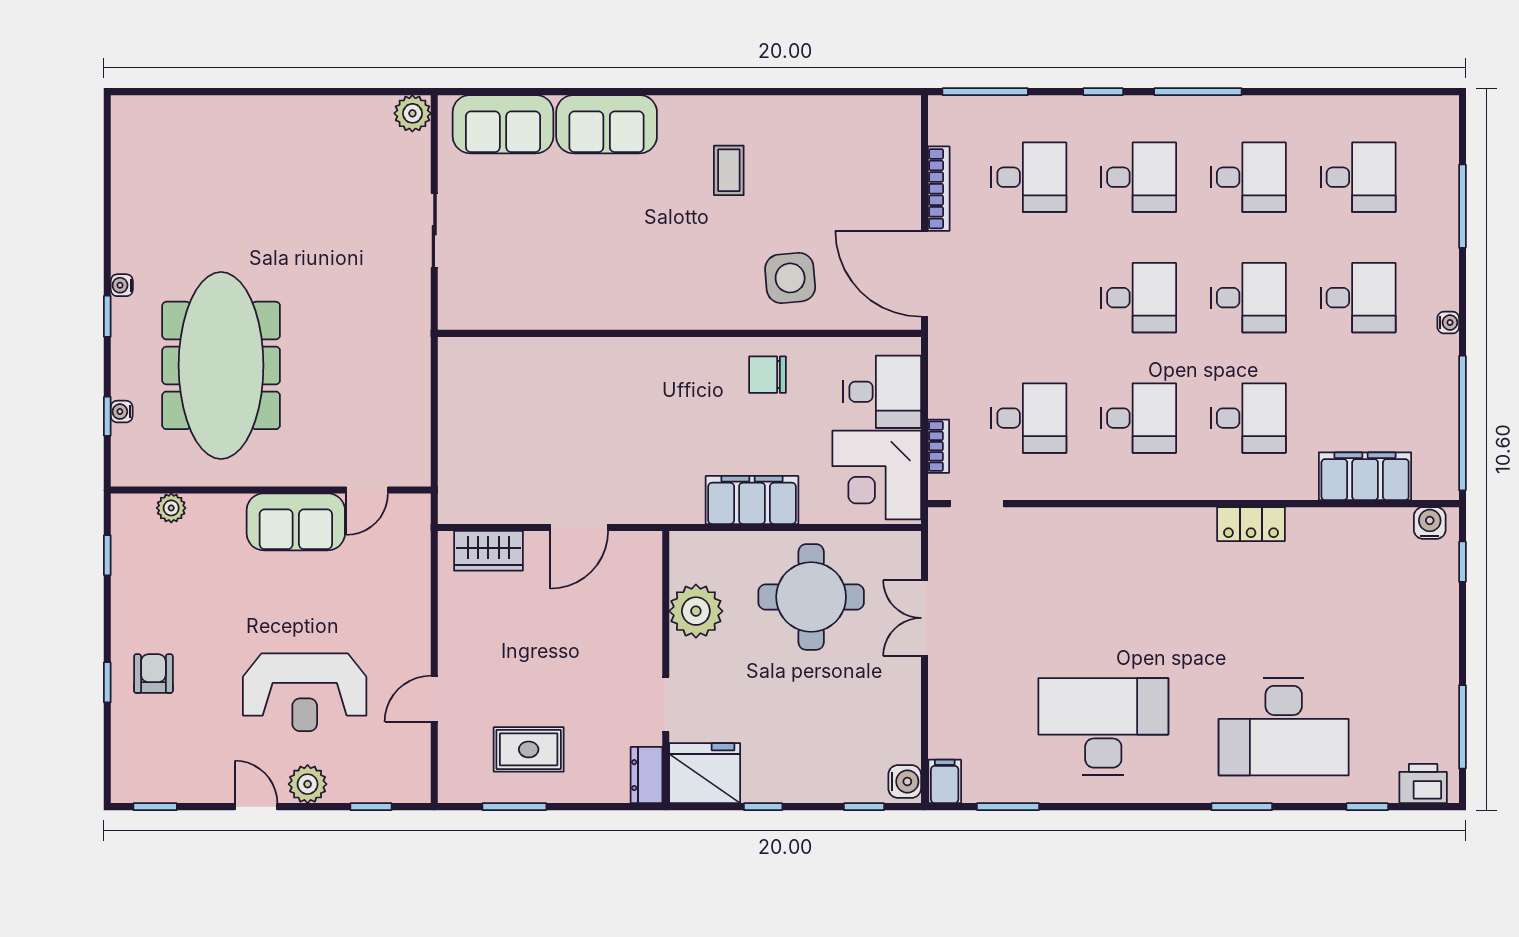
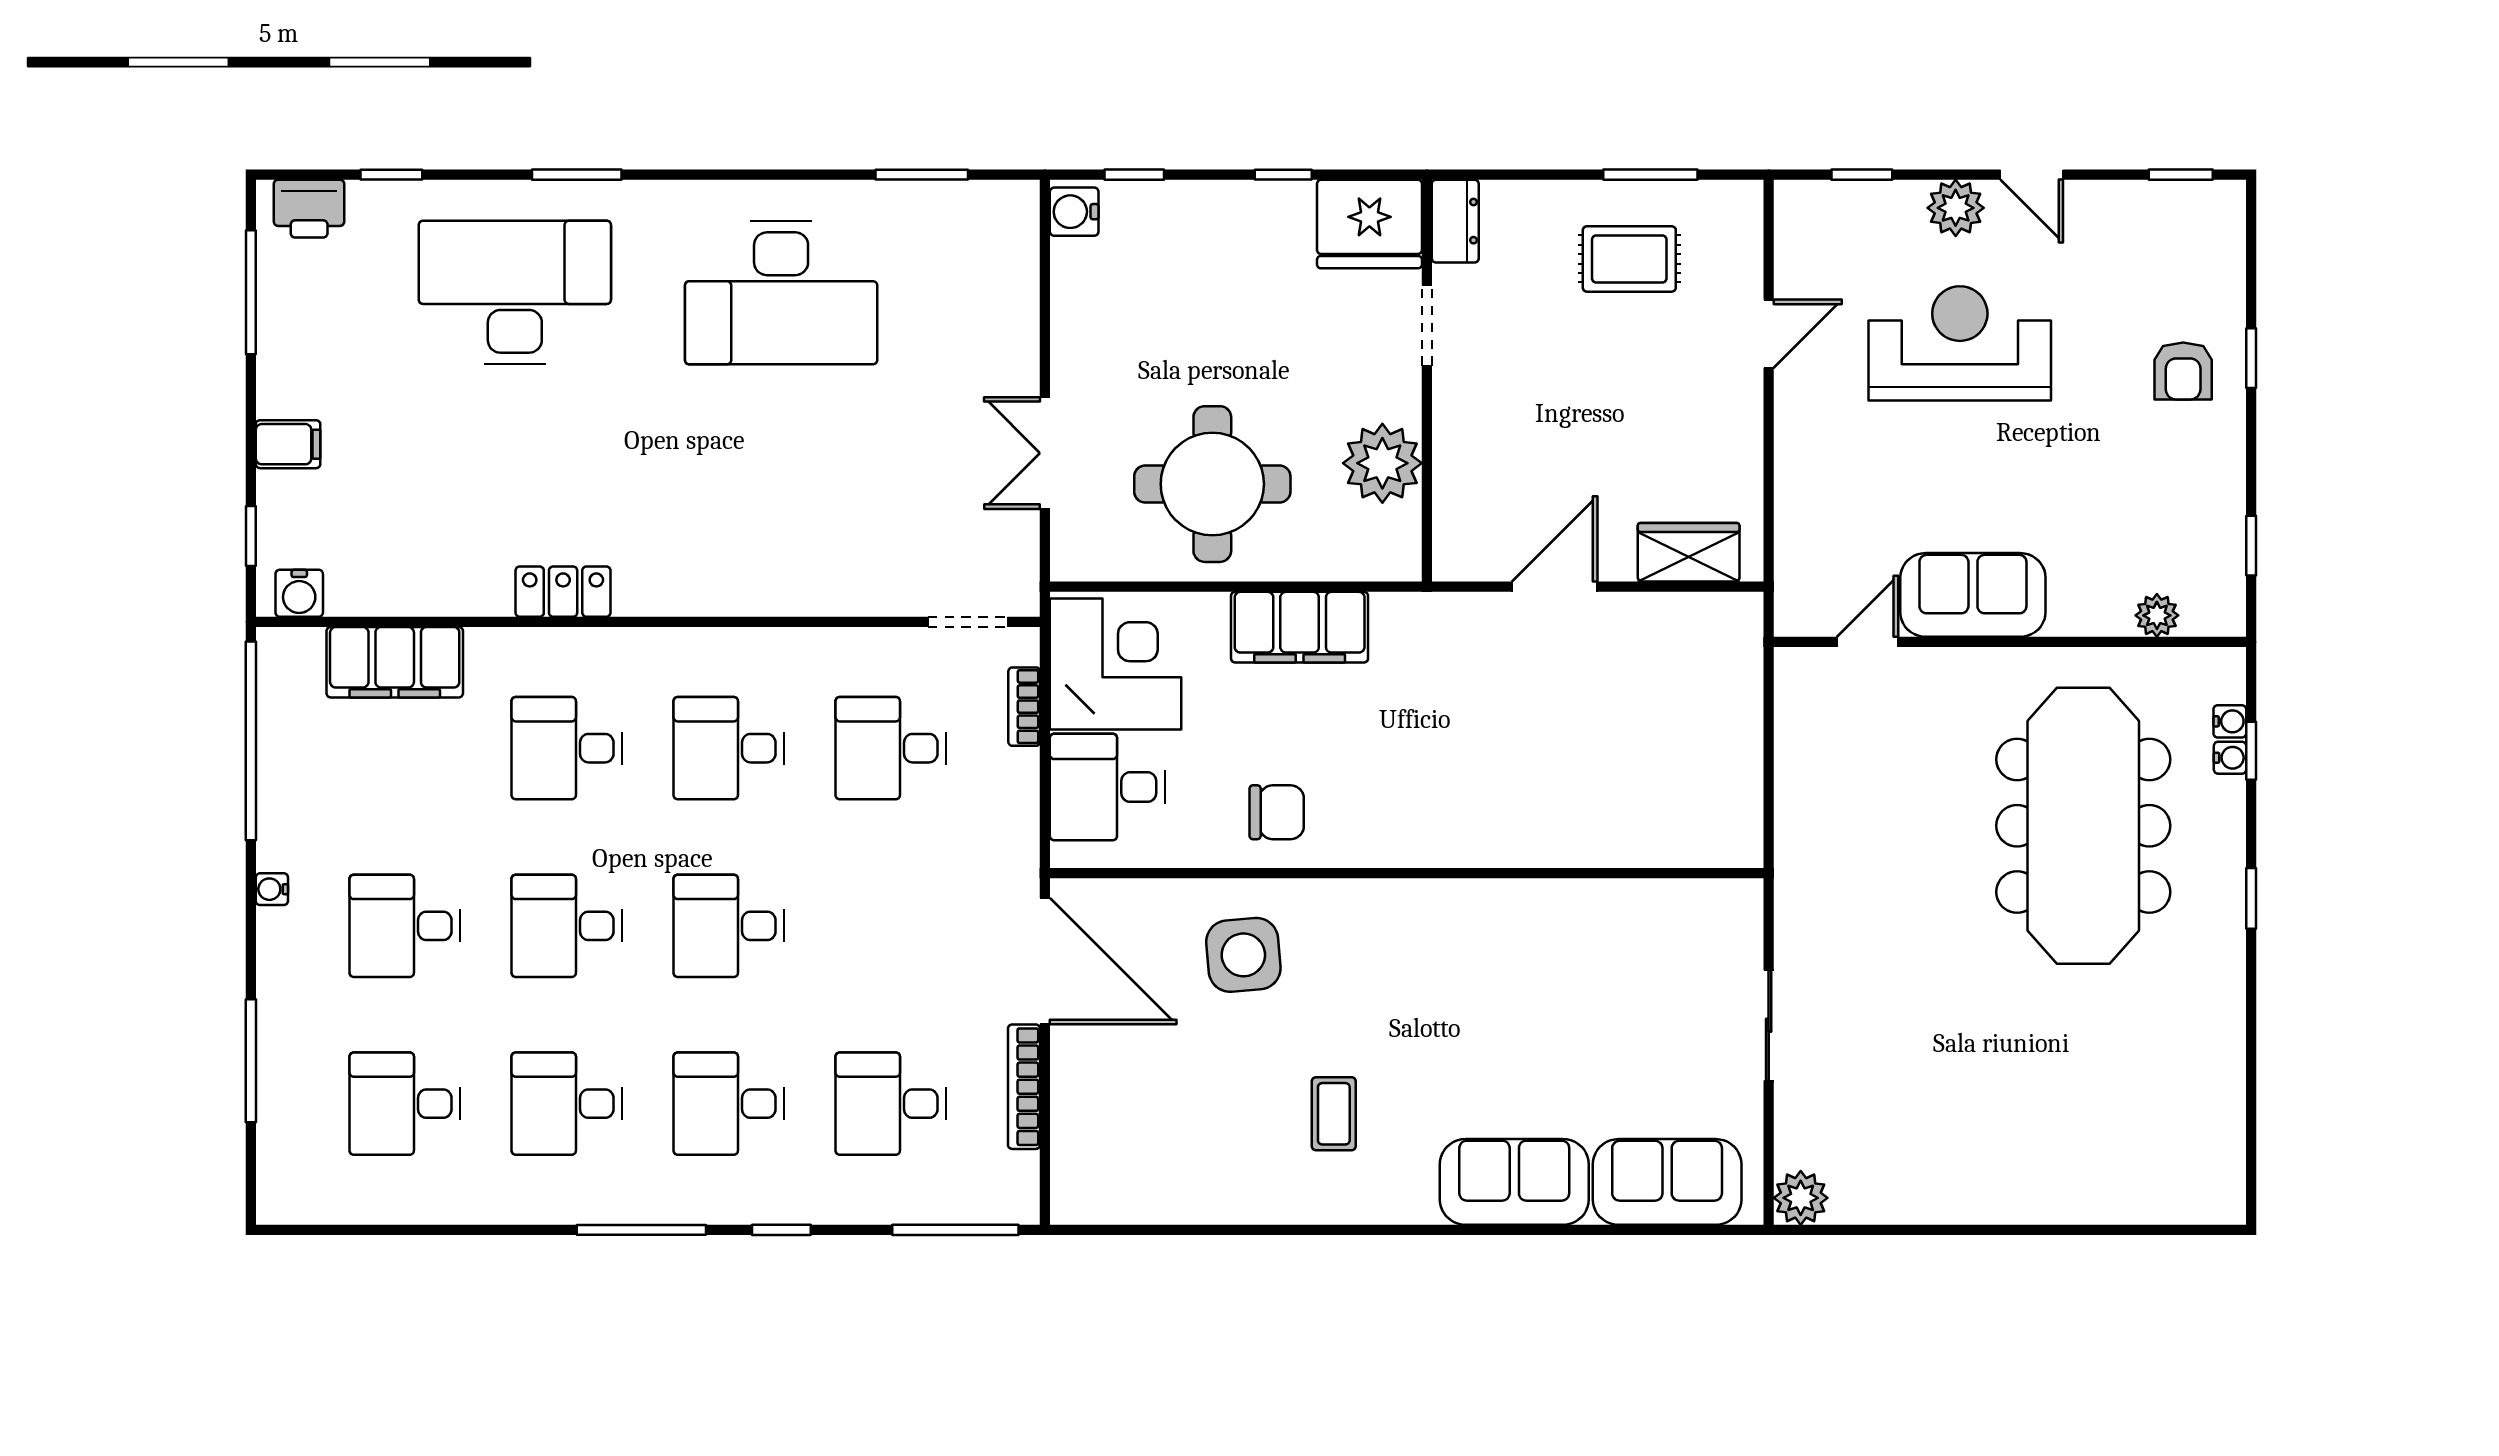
water cooler: (122, 285) -> (2230, 721), moved
double door: (924, 618) -> (1045, 453), swing flipped
filing cabinet: (945, 781) -> (288, 444), moved, turned -90

